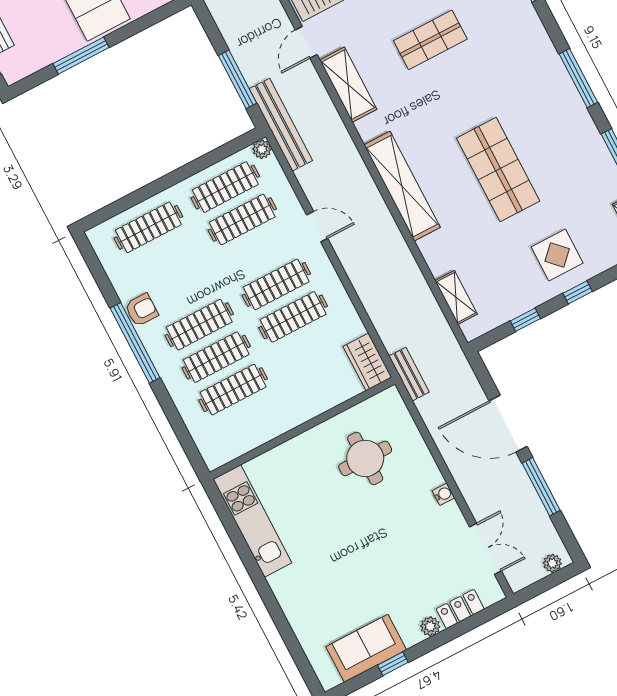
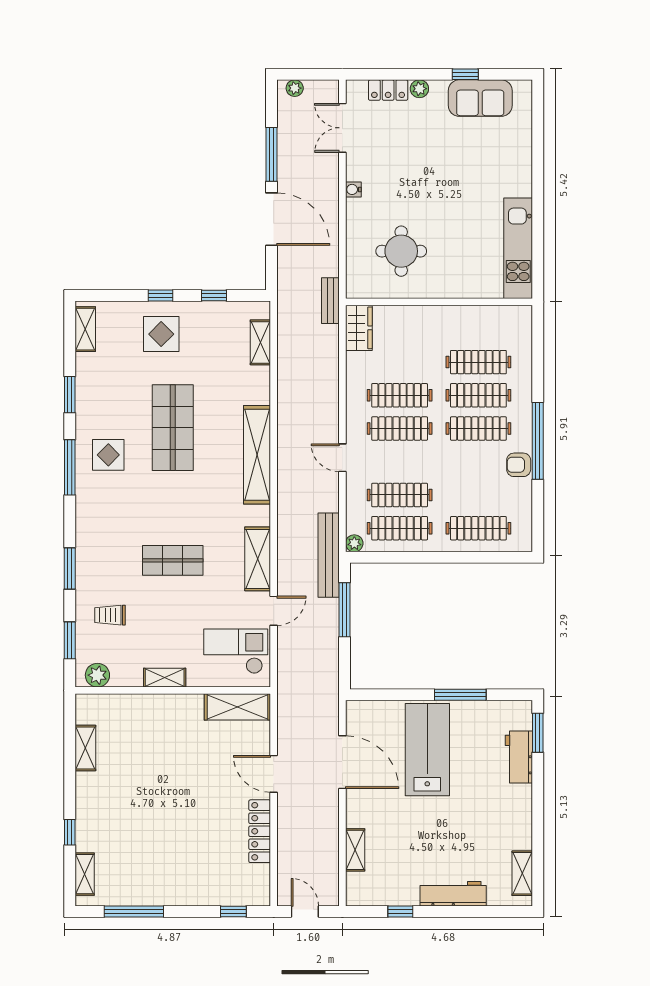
display table: (547, 110) -> (108, 455), added

